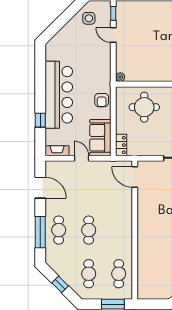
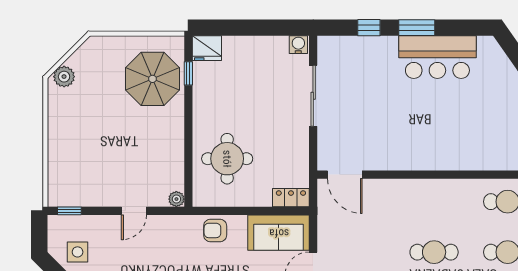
door: (113, 35) -> (134, 211), moved
armchair: (102, 100) -> (215, 230), turned 180
door: (135, 177) -> (345, 175), hinge flipped

